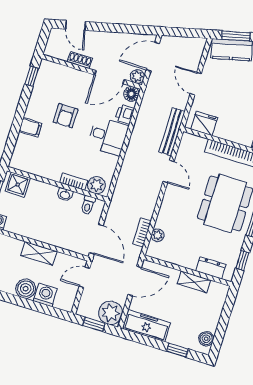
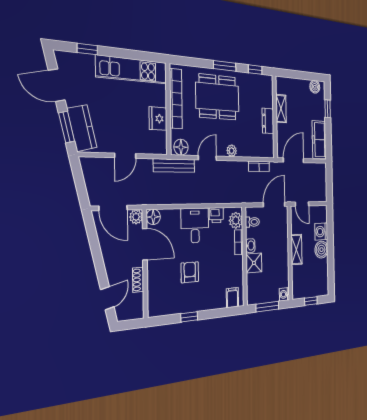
window: (32, 76) -> (189, 317), moved
printer: (125, 114) -> (216, 215), moved
armchair: (66, 116) -> (190, 272), turned -90
fridge: (204, 123) -> (158, 119), moved
filing cabinet: (31, 127) -> (232, 298), moved
floor lamp: (187, 145) -> (181, 147), added
shower: (18, 185) -> (254, 263), moved
plant: (158, 235) -> (232, 151), moved
dresser: (211, 268) -> (268, 121), moved
door: (135, 281) -> (293, 160), hinge flipped
plant: (110, 313) -> (319, 173), removed
window: (94, 324) -> (329, 184), removed

